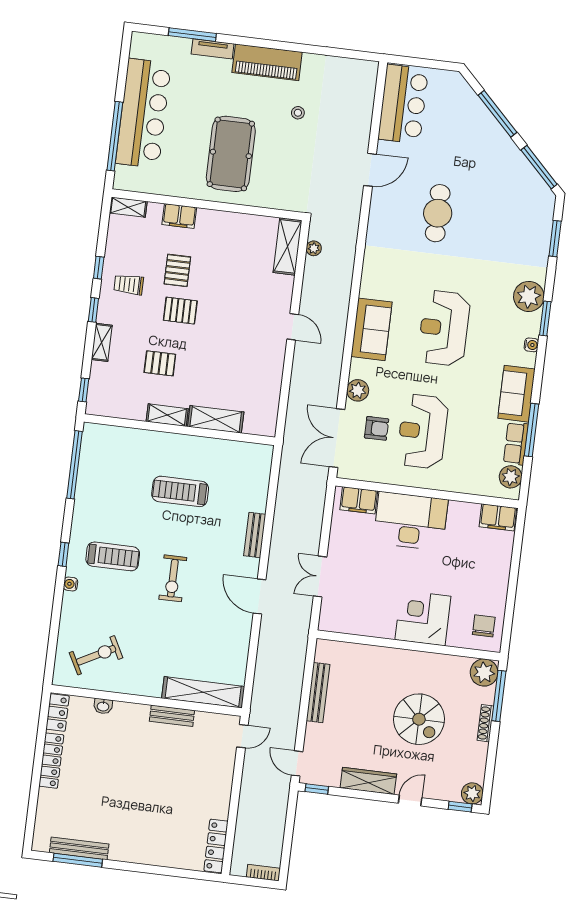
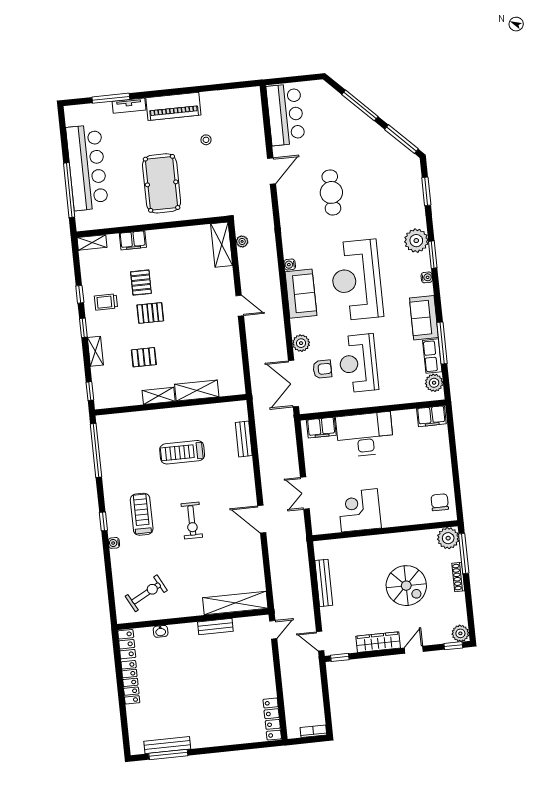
water cooler: (366, 290) -> (290, 265), added
reception desk: (444, 328) -> (356, 280), width x1.36, depth x1.30
bench: (255, 535) -> (244, 439), moved
treadmill: (113, 556) -> (142, 514), turned -90
corner desk: (423, 618) -> (359, 510), moved

